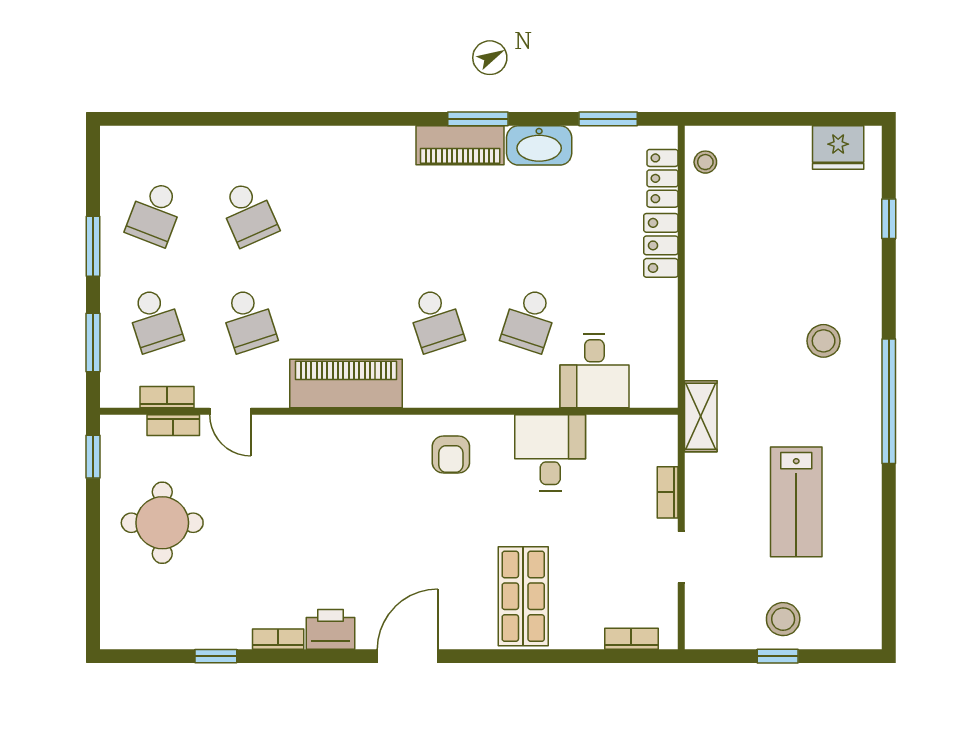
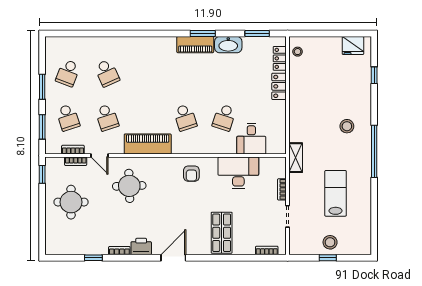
desk: (550, 453) -> (238, 173), width x1.37
round table: (302, 484) -> (129, 186), added
lab bench: (796, 502) -> (336, 193), turned 180

